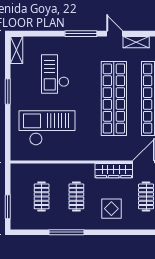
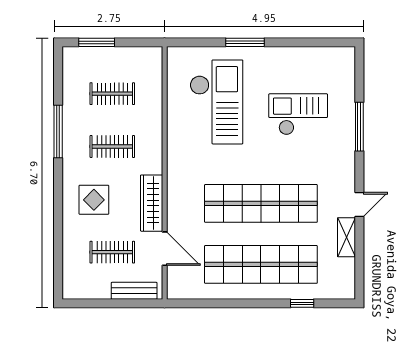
window: (81, 34) -> (359, 127), moved
shelving: (17, 50) -> (334, 56), removed
window: (8, 91) -> (245, 42), moved

